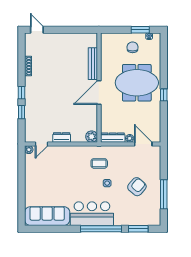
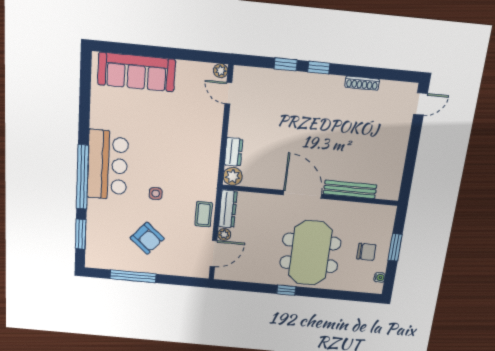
window: (140, 30) -> (395, 247), moved
dresser: (62, 137) -> (234, 152), moved
coffee table: (99, 163) -> (204, 214), moved
sofa: (47, 216) -> (136, 72), moved, turned 90

